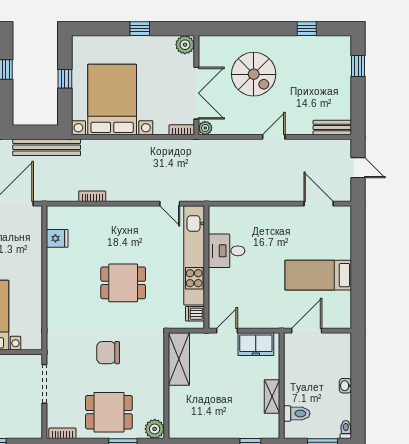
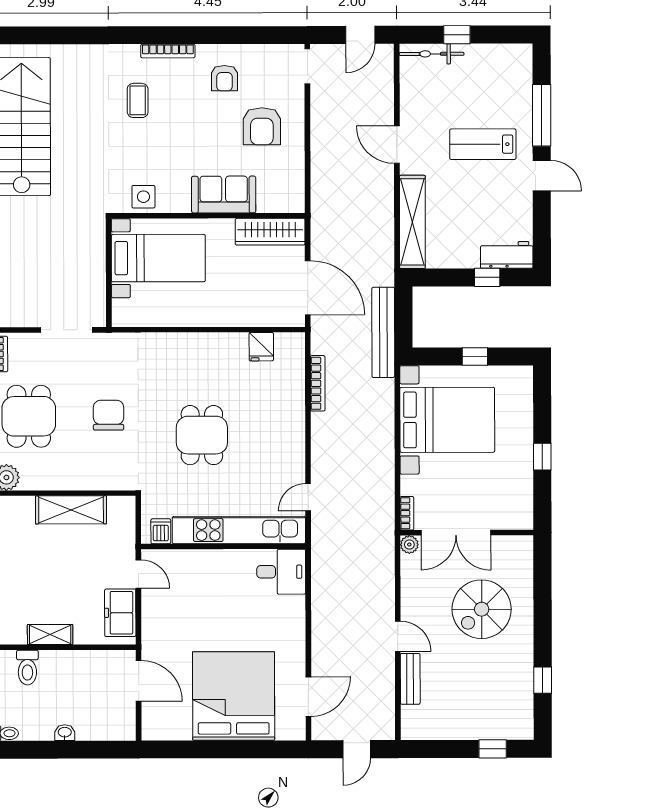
plant: (185, 45) -> (521, 517), removed
bench: (332, 128) -> (410, 679), moved
bookcase: (92, 196) -> (318, 383), width x1.56
desk: (227, 251) -> (281, 572), moved, turned 90
bed: (318, 275) -> (234, 696), width x2.04
shelving: (179, 359) -> (71, 510), moved

